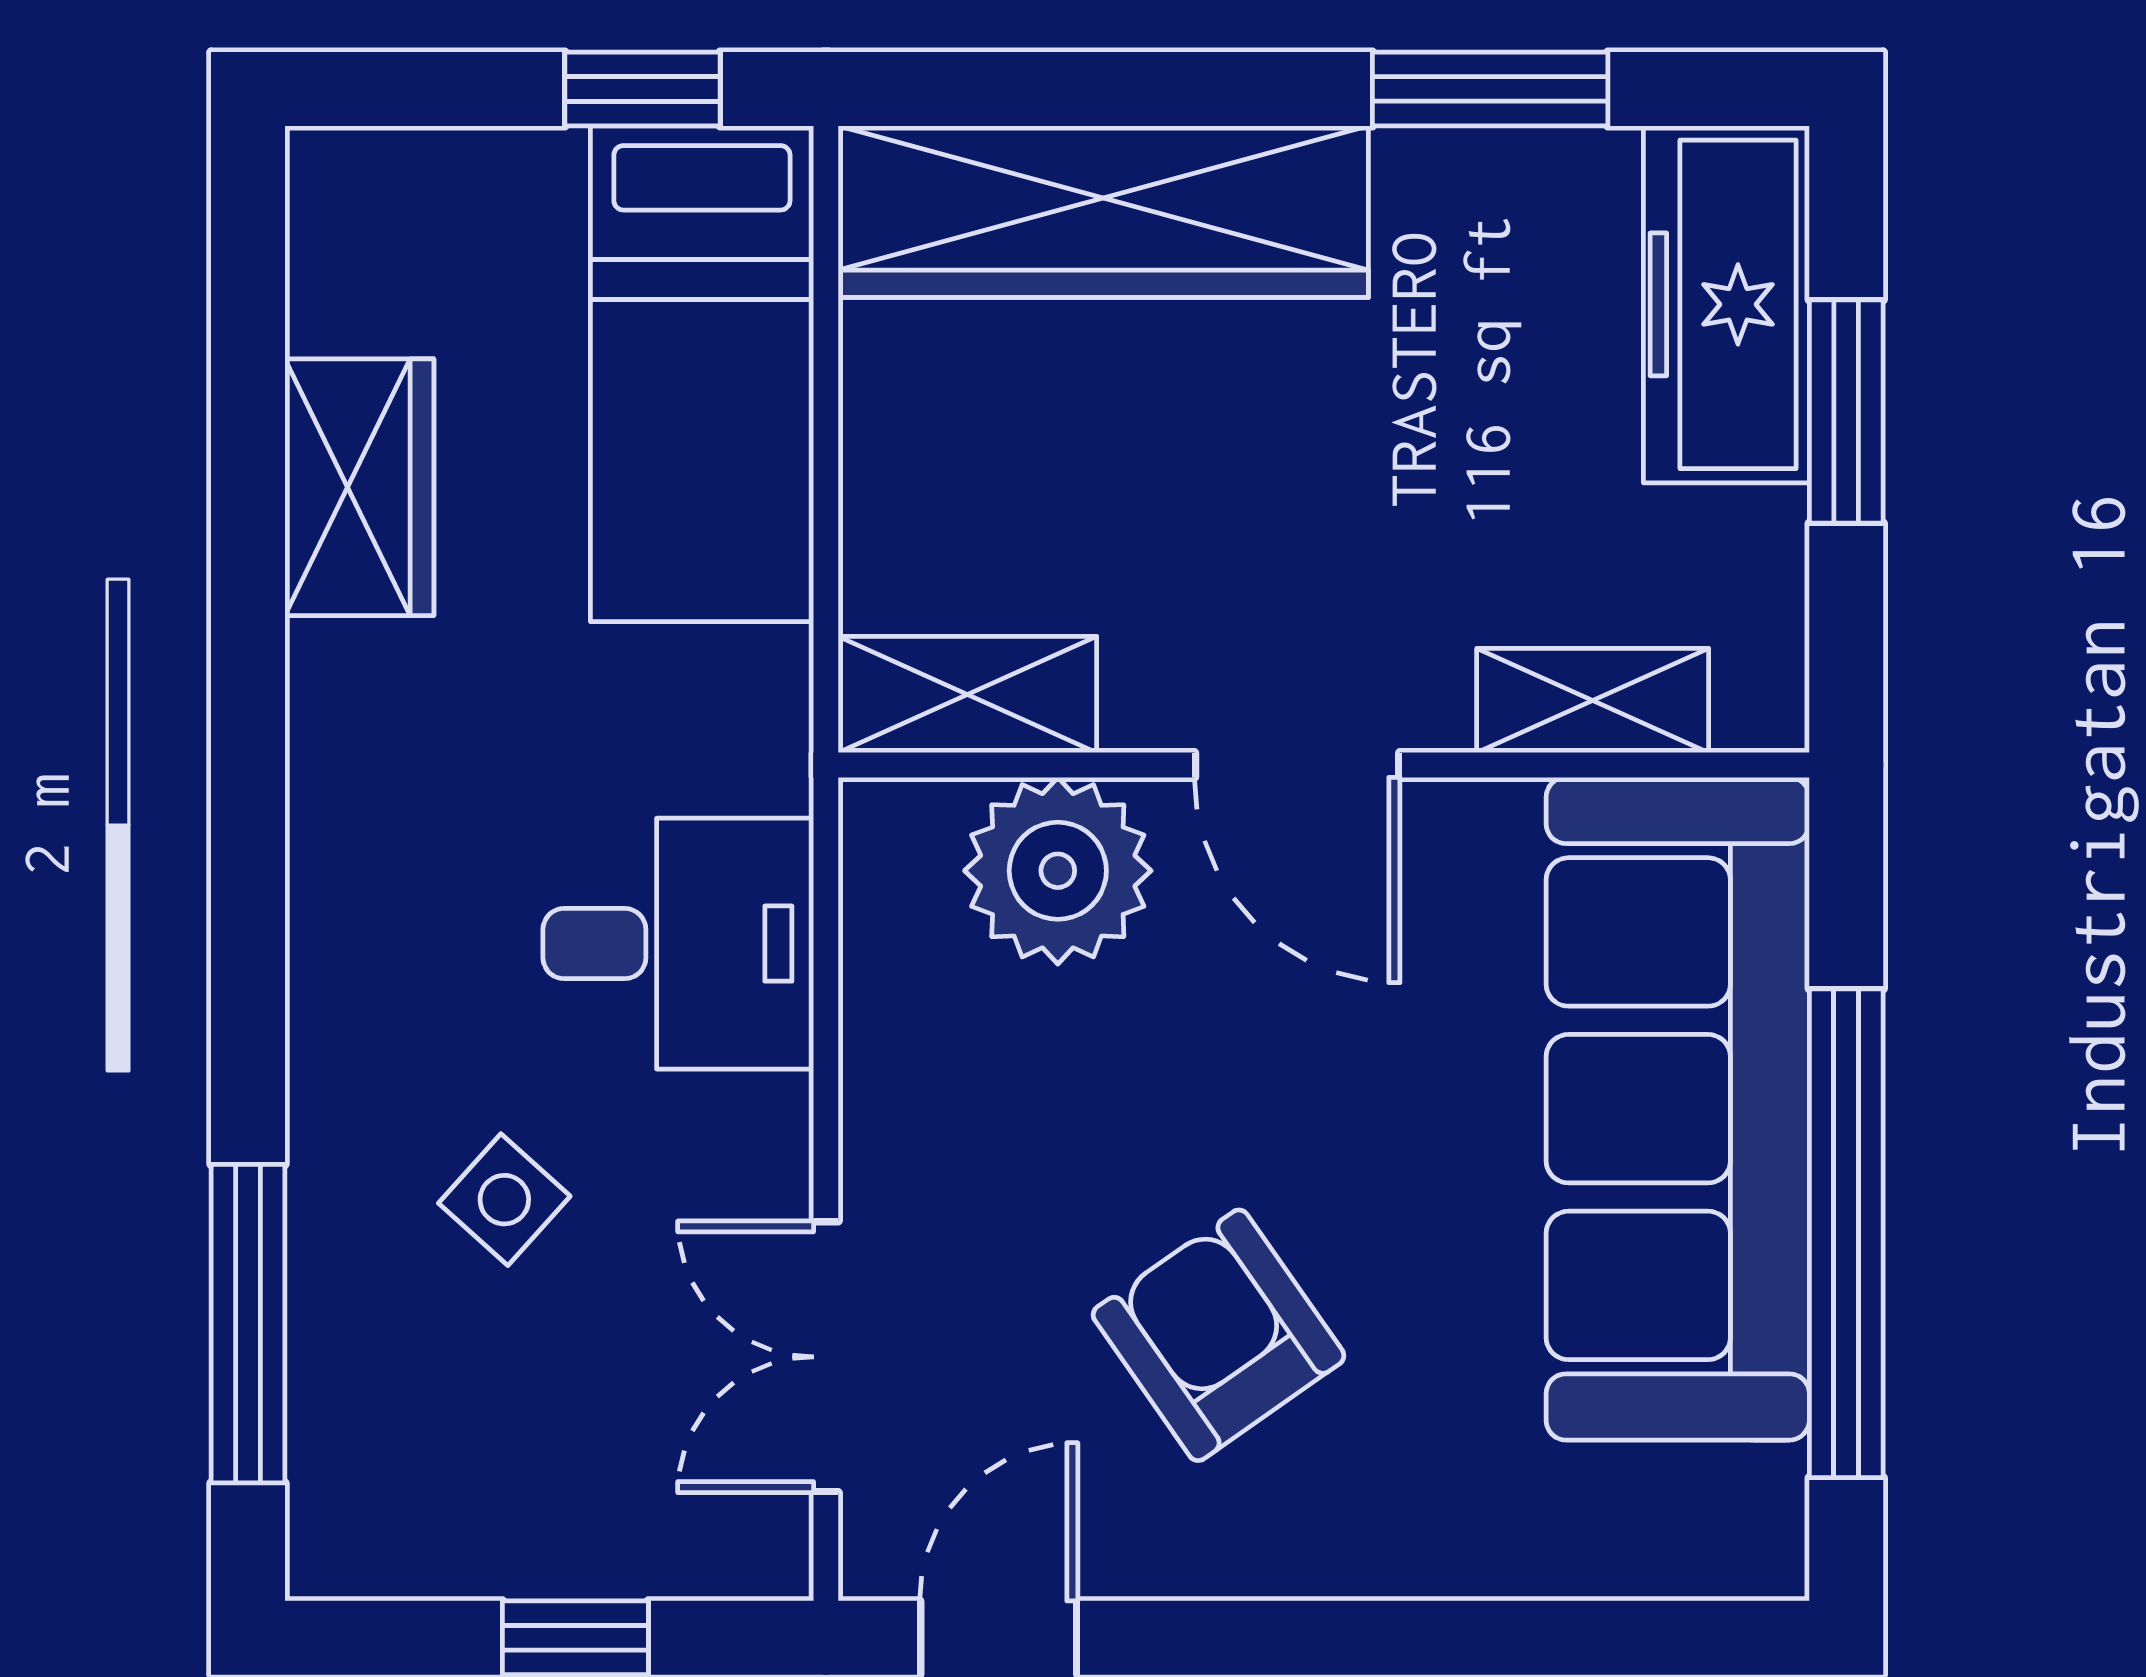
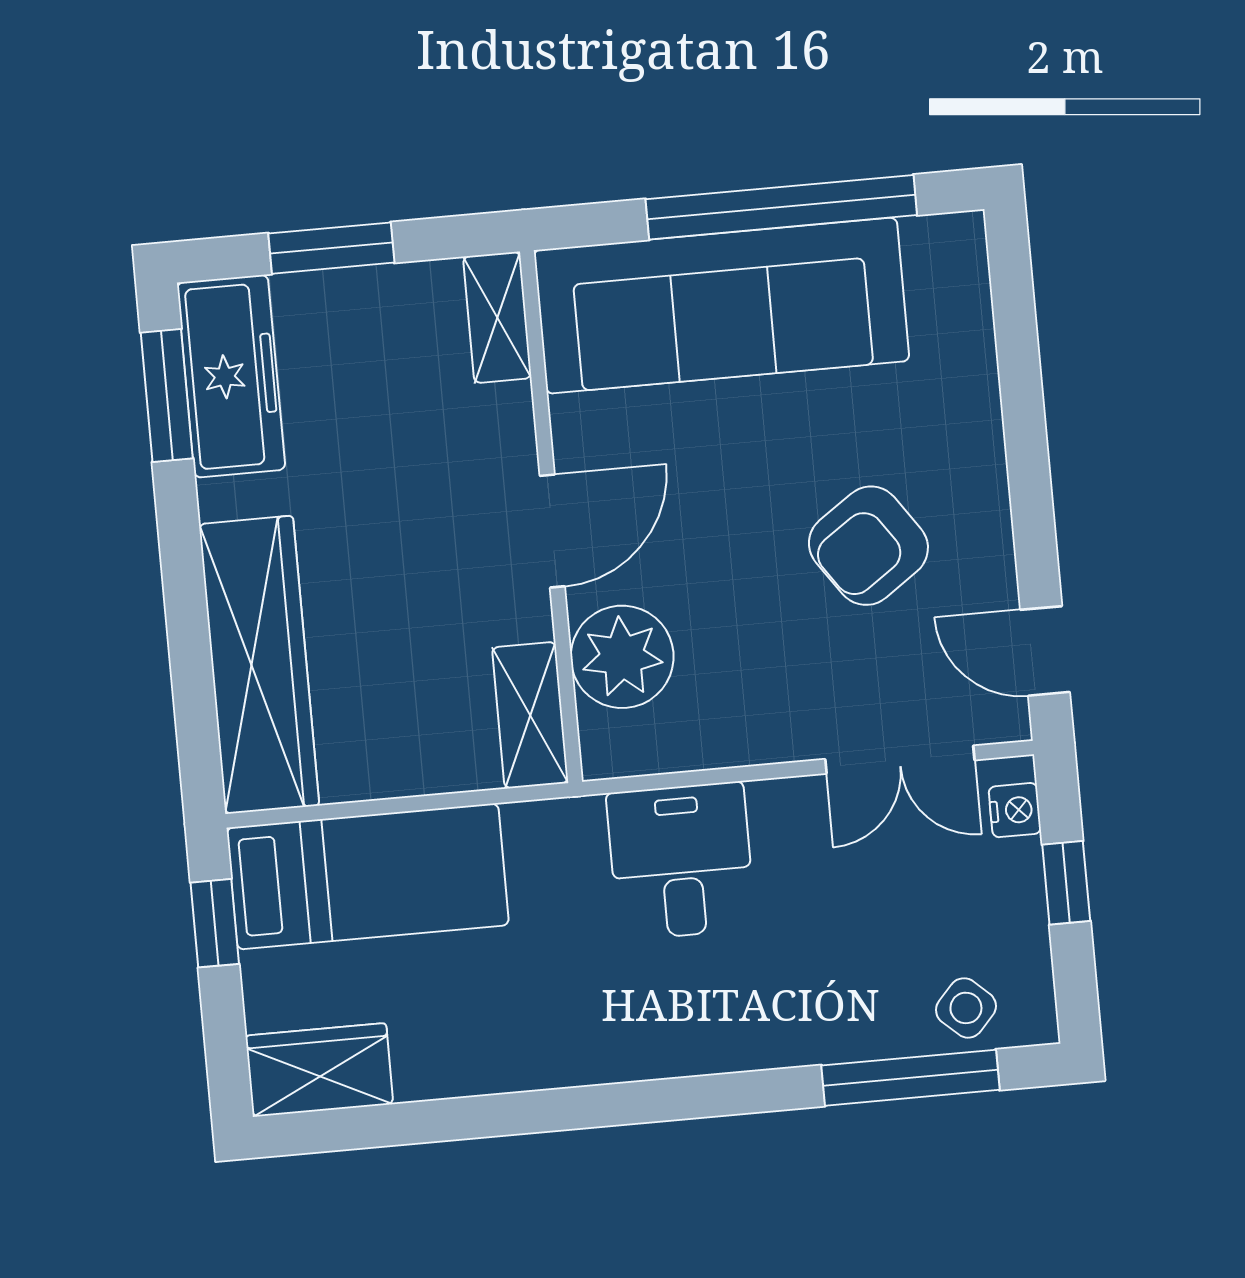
window: (1490, 89) -> (167, 395), moved
freezer: (1726, 304) -> (231, 376), moved, turned -90
wardrobe: (359, 487) -> (319, 1070), moved
shelving: (1593, 701) -> (497, 317), moved
side table: (504, 1200) -> (966, 1008), moved
nightstand: (715, 1557) -> (1015, 810), added

